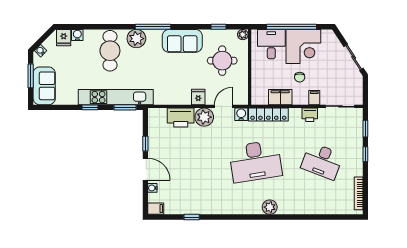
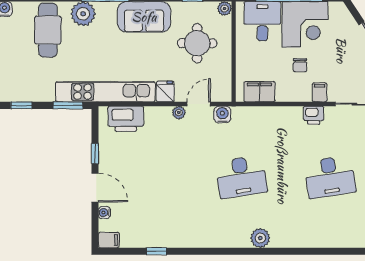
kitchen unit: (116, 97) -> (105, 92), moved
filing cabinet: (280, 97) -> (259, 92), moved
locker: (268, 114) -> (259, 115), removed
printer: (181, 117) -> (126, 119), moved
plant: (204, 117) -> (179, 113), width x0.53, depth x0.53
desk: (255, 161) -> (241, 177), width x0.73, depth x0.77
desk: (322, 161) -> (330, 177), turned -30

